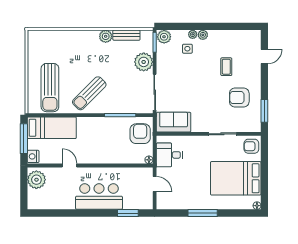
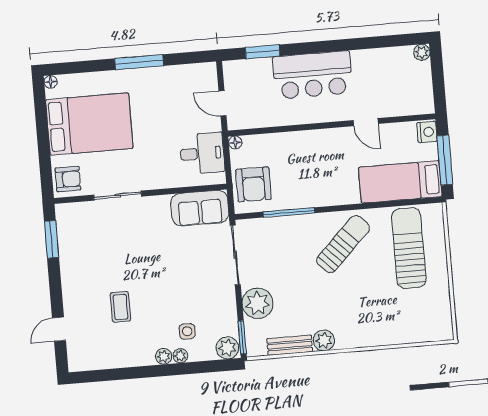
armchair: (239, 98) -> (95, 258), removed
plant: (36, 180) -> (422, 52), moved, width x0.53, depth x0.53

